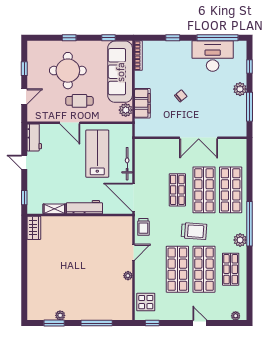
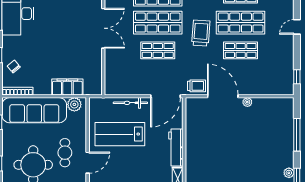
chair: (181, 96) -> (14, 67), moved
door: (133, 252) -> (223, 96), width x1.88
shop shelf: (177, 269) -> (241, 50), width x0.70, depth x0.74
display table: (146, 302) -> (275, 83), removed

